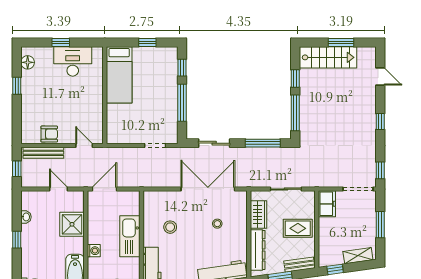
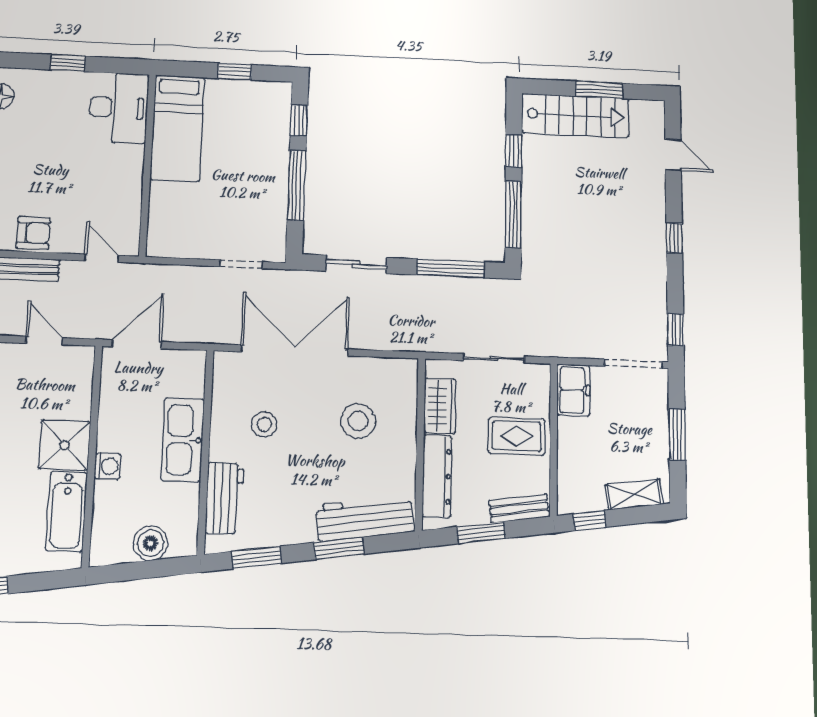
desk: (73, 61) -> (119, 108), moved, turned 90
double door: (208, 189) -> (295, 350), moved
shower: (72, 224) -> (65, 445), moved
stool: (217, 224) -> (358, 421), width x1.89, depth x1.89

